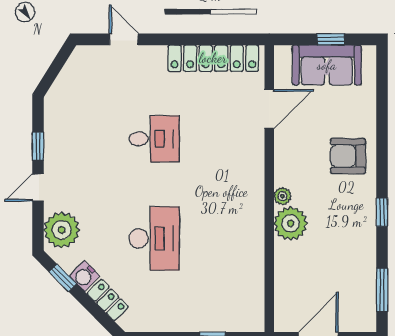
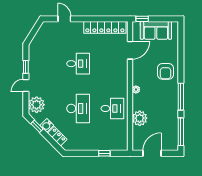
window: (331, 39) -> (142, 19), moved
armchair: (348, 156) -> (165, 71), turned -90
window: (382, 212) -> (181, 97), width x2.17
plant: (291, 223) -> (140, 118), moved
desk: (230, 238) -> (112, 108), added
window: (382, 290) -> (181, 132), width x1.44

